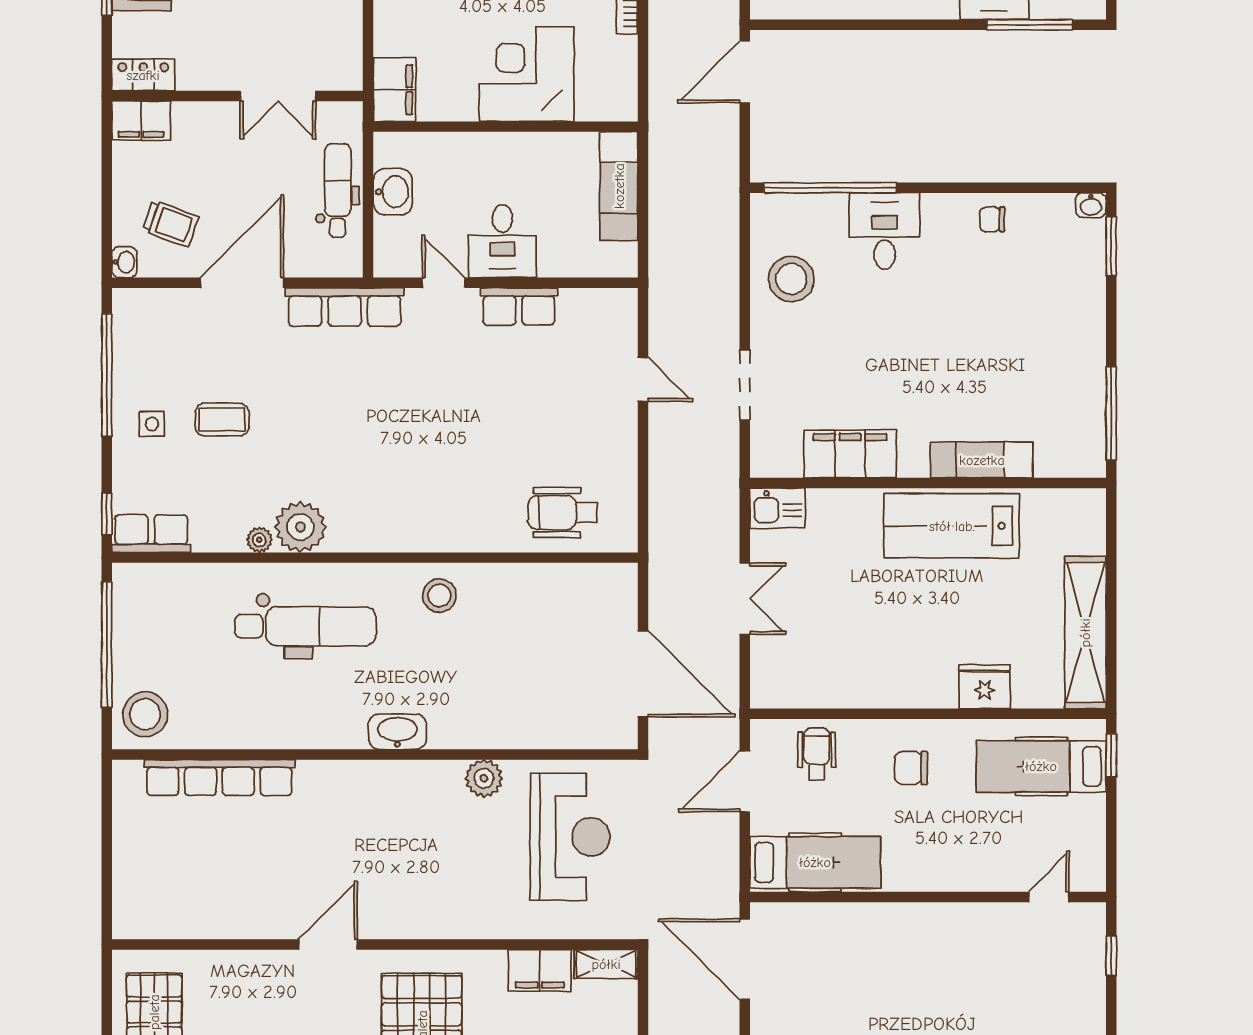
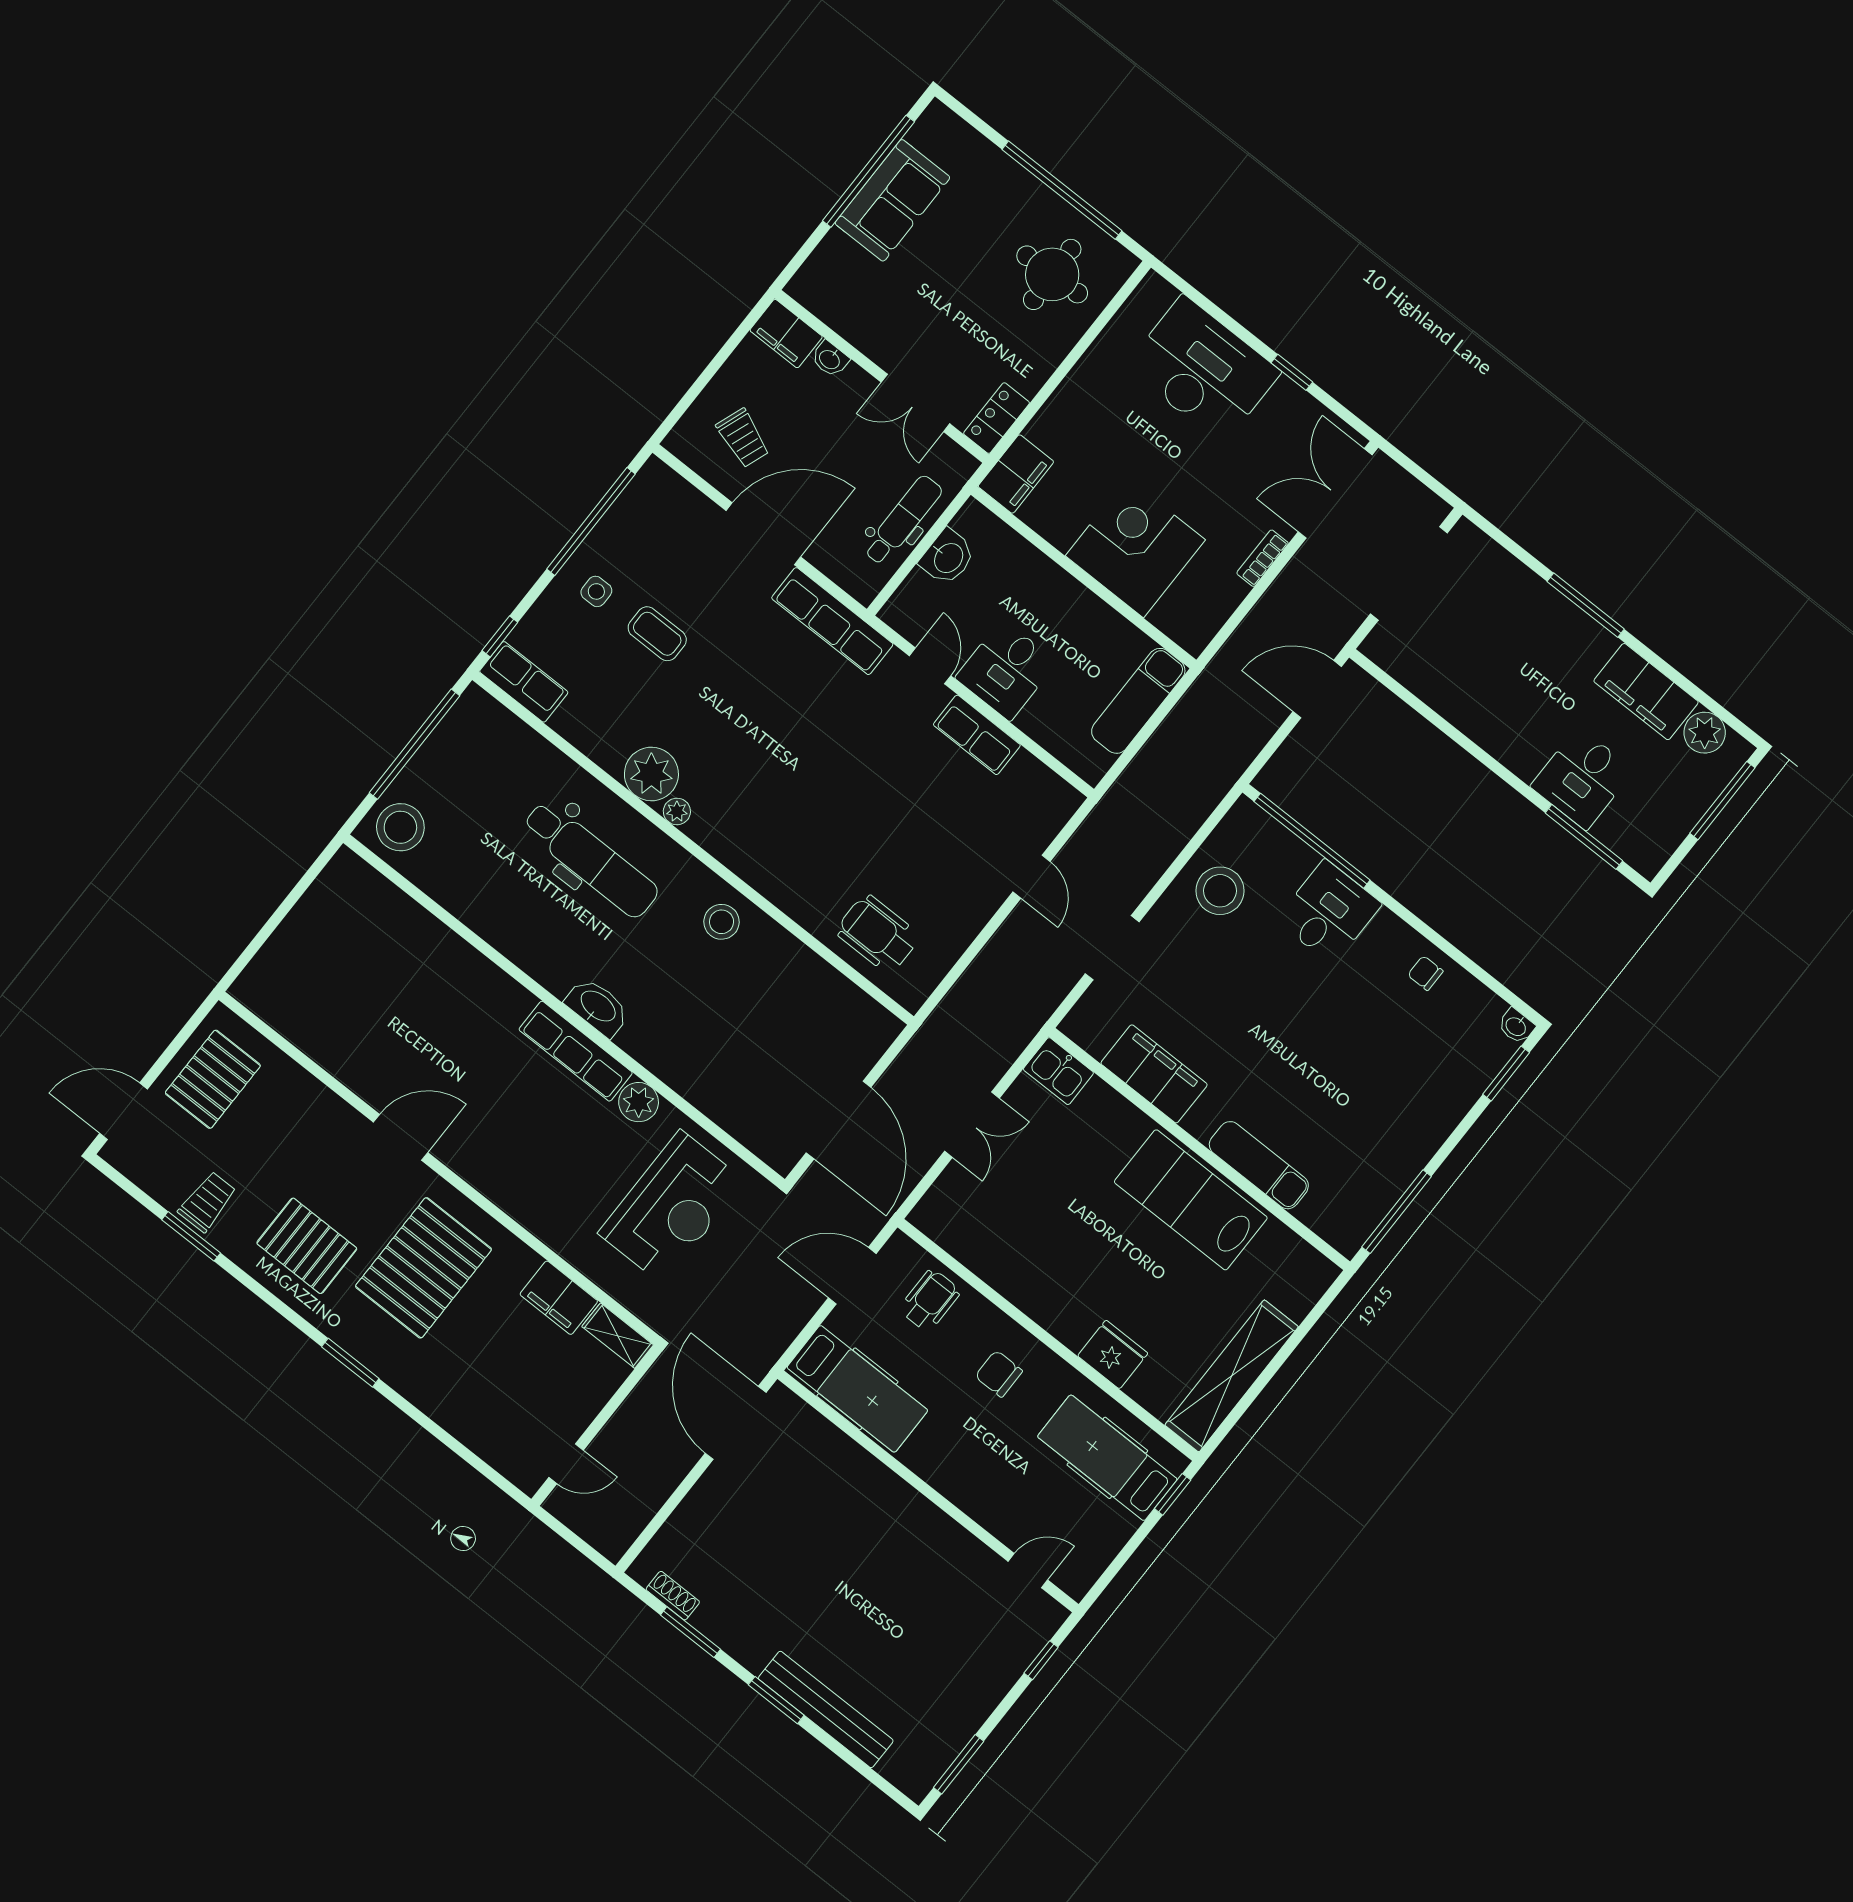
locker: (143, 75) -> (997, 418), moved, turned -90
washbasin: (124, 262) -> (830, 359), moved, turned 90
plant: (259, 540) -> (677, 811), moved
row of seats: (219, 777) -> (576, 1051), moved, width x0.73

